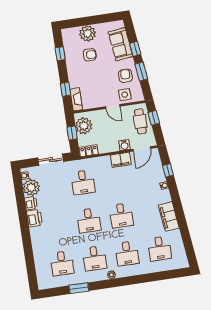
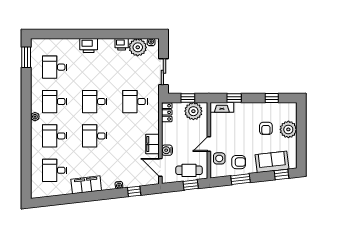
window: (135, 49) -> (281, 174), moved
printer: (34, 218) -> (89, 46), moved
window: (79, 288) -> (26, 57), moved

